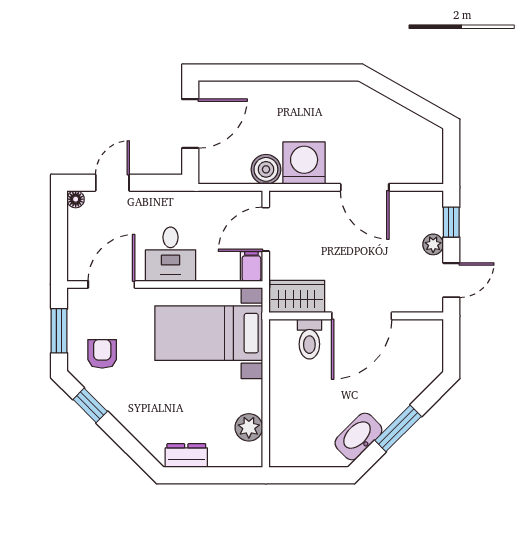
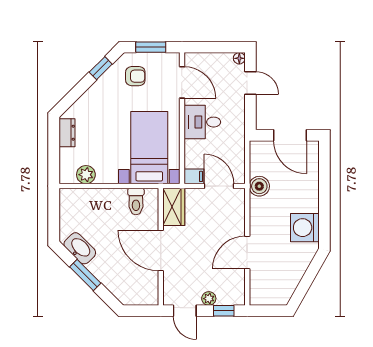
washing machine: (304, 163) -> (305, 228), moved, turned 180
toilet: (309, 339) -> (136, 202), moved, turned -90

